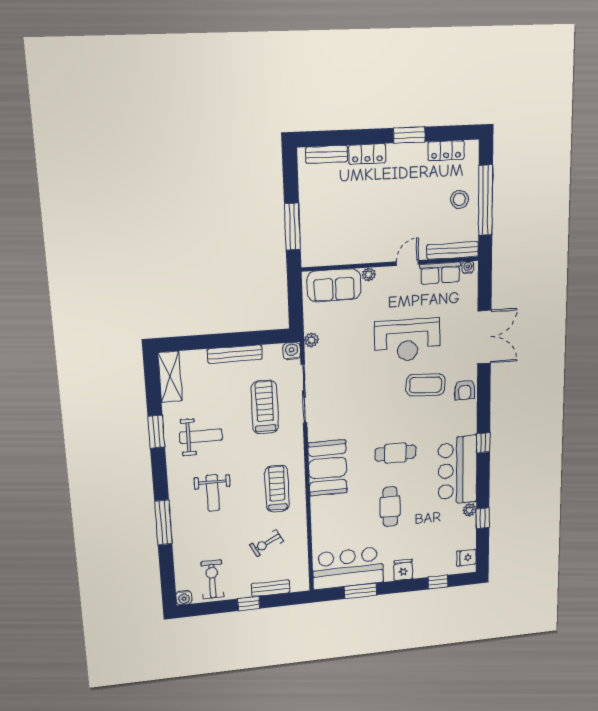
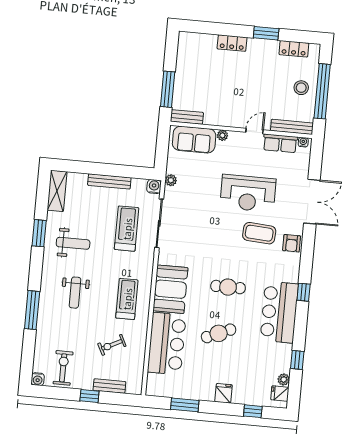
bench: (327, 154) -> (187, 117), moved
cafe table: (390, 507) -> (219, 333), turned 67
plant: (470, 510) -> (284, 380), moved
bar counter: (348, 568) -> (167, 344), moved, turned 90

